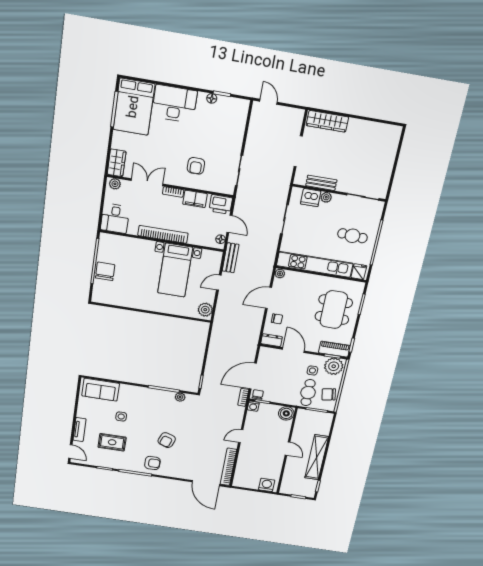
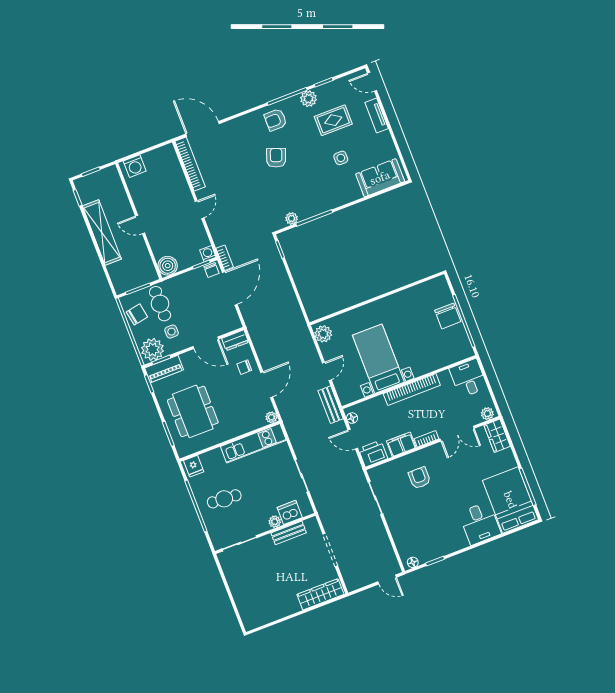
floor lamp: (212, 98) -> (413, 562), moved
desk: (174, 104) -> (480, 523), width x0.73
kitchen unit: (315, 264) -> (253, 443), width x0.73
plant: (121, 464) -> (309, 99), added

